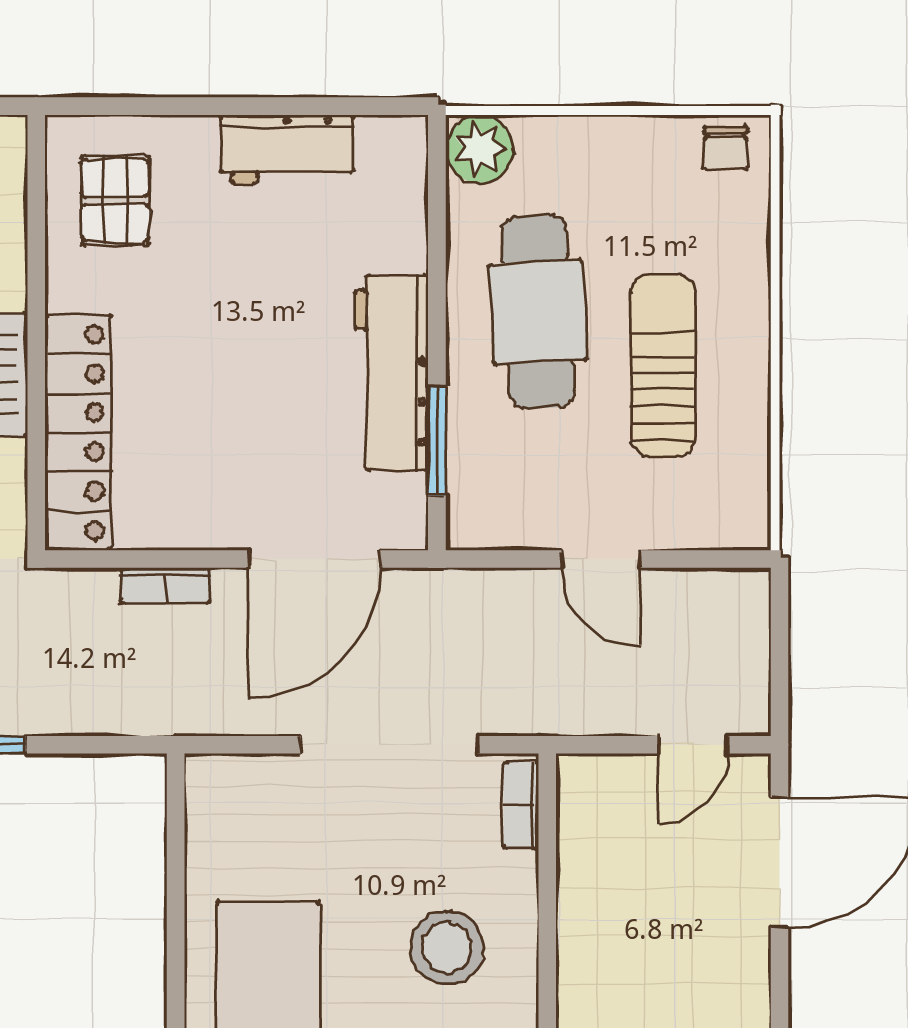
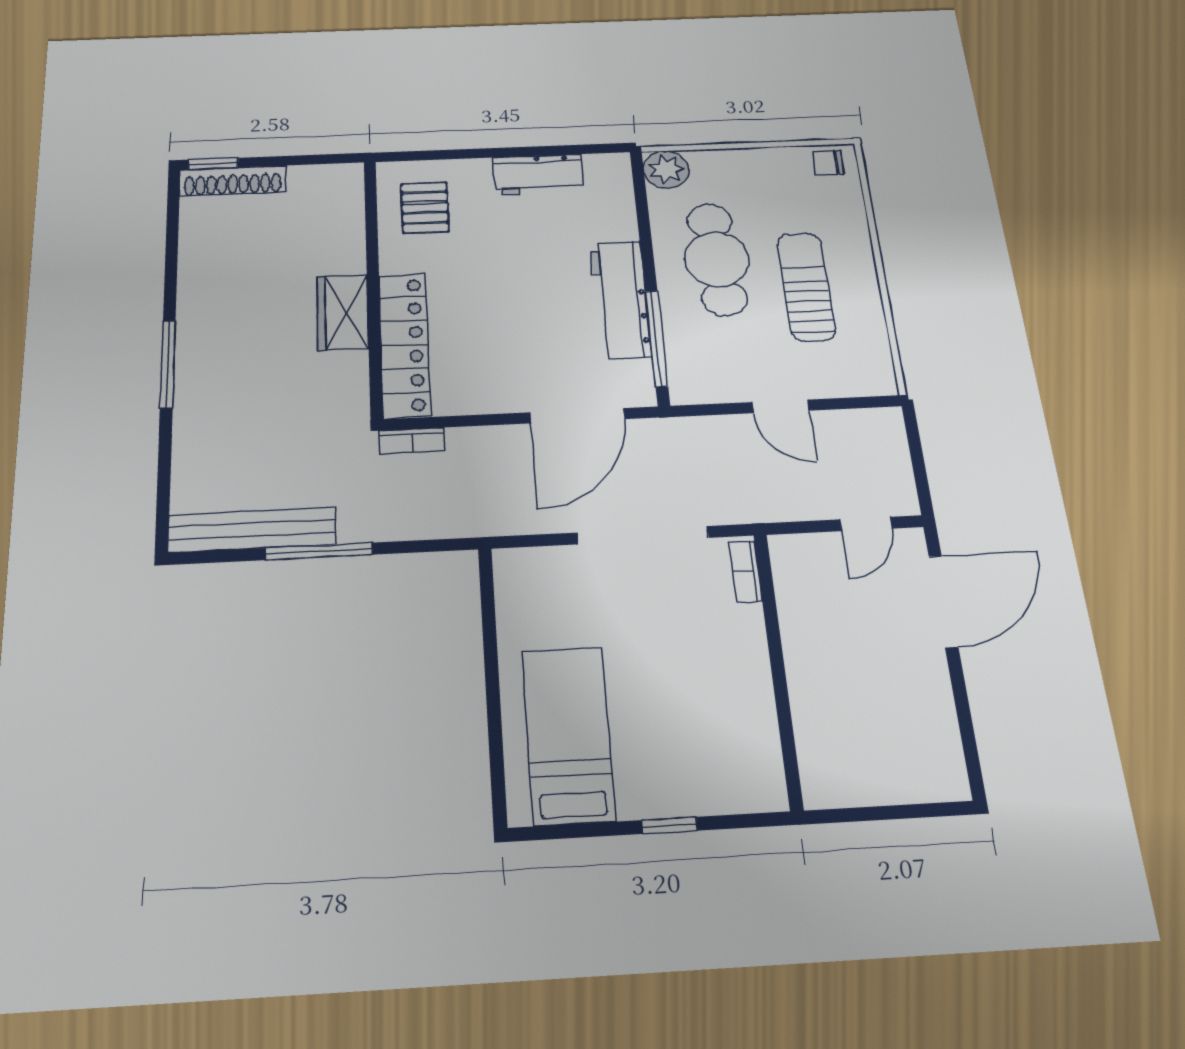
chair: (726, 148) -> (828, 163), turned 90
window: (437, 441) -> (656, 338), width x1.44
bookcase: (165, 586) -> (412, 441), moved
stool: (447, 948) -> (702, 676), removed

